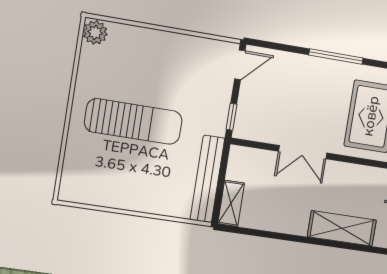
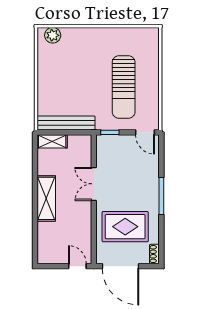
plant: (95, 32) -> (53, 35), moved
sun lounger: (133, 121) -> (124, 87), moved
shelving: (342, 228) -> (46, 198), moved

